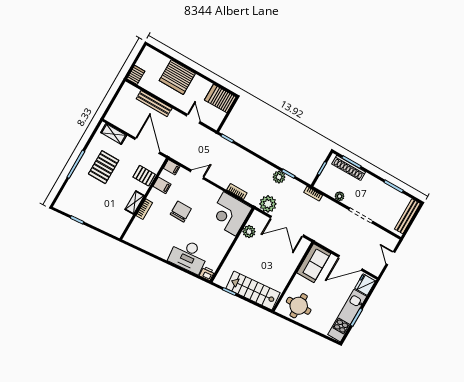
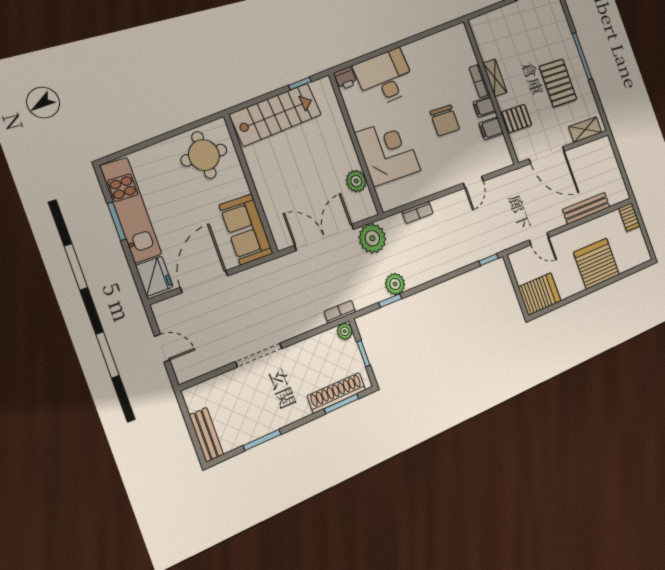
filing cabinet: (172, 167) -> (484, 107), moved
plant: (340, 196) -> (345, 331), moved
corner desk: (230, 214) -> (388, 152), moved
bench: (407, 216) -> (206, 435), width x0.73

